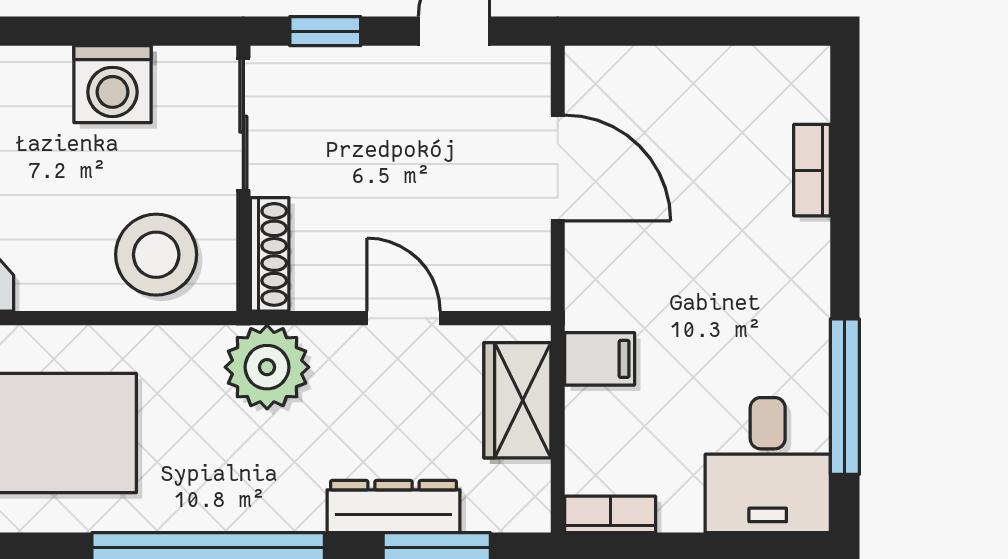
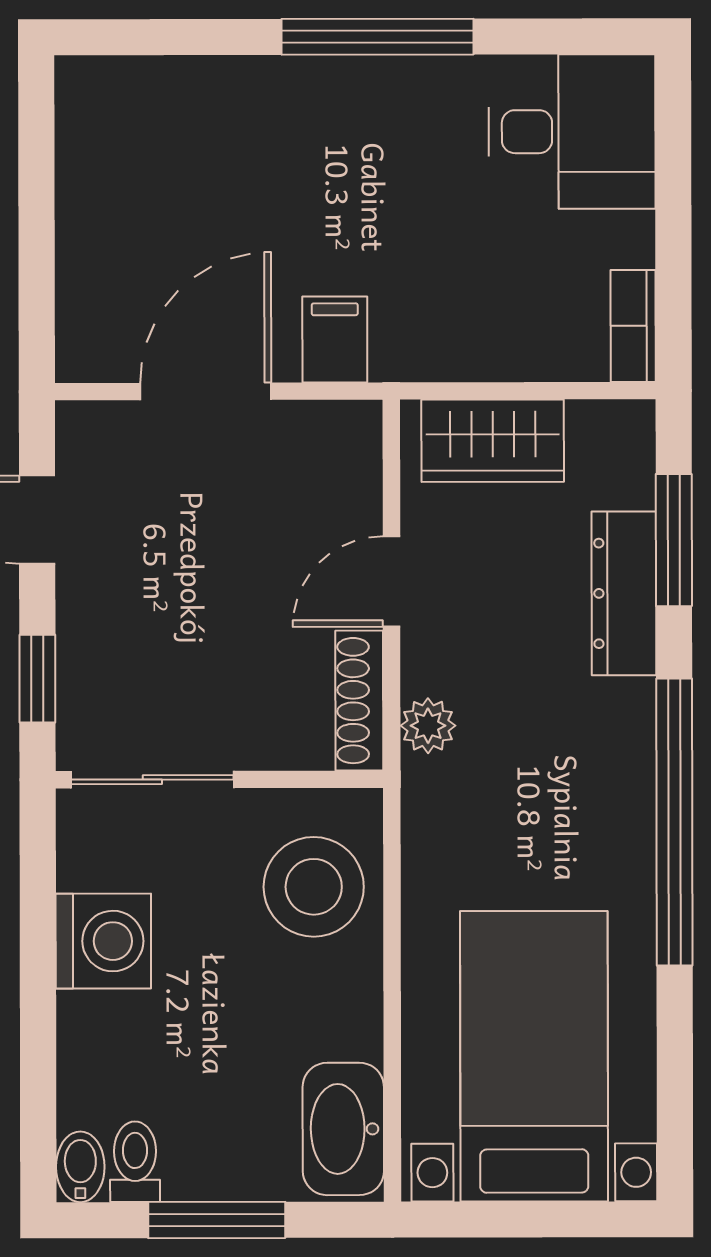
bookcase: (812, 170) -> (208, 78), removed
shoe rack: (270, 254) -> (359, 701), moved, turned -90
filing cabinet: (600, 359) -> (335, 339), moved
plant: (267, 367) -> (428, 726), width x0.53, depth x0.53
window: (845, 397) -> (378, 37), moved

